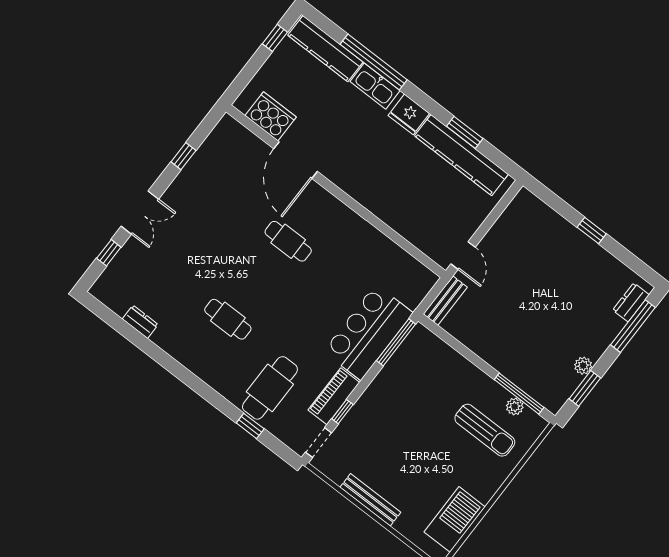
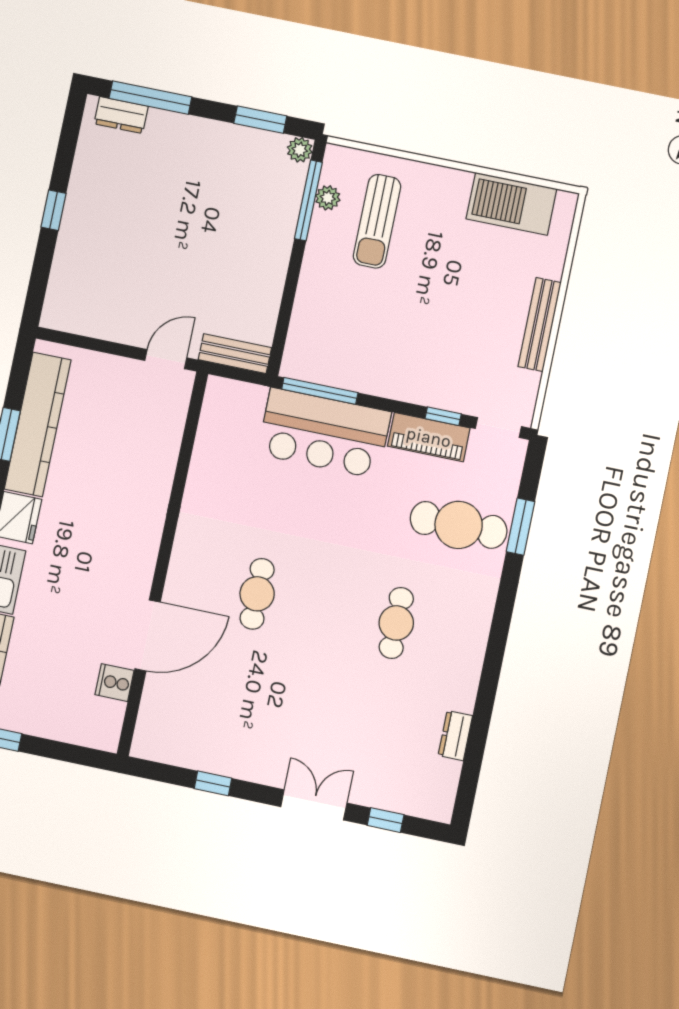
cooker: (271, 116) -> (115, 683), width x0.53, depth x0.76
plant: (583, 366) -> (300, 150), moved
window: (250, 426) -> (521, 527), width x1.50
sun lounger: (485, 430) -> (377, 221), turned 180

